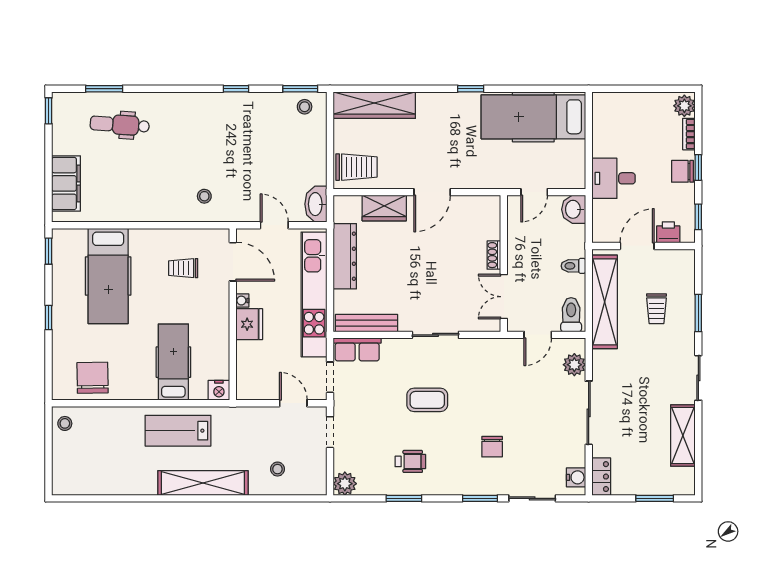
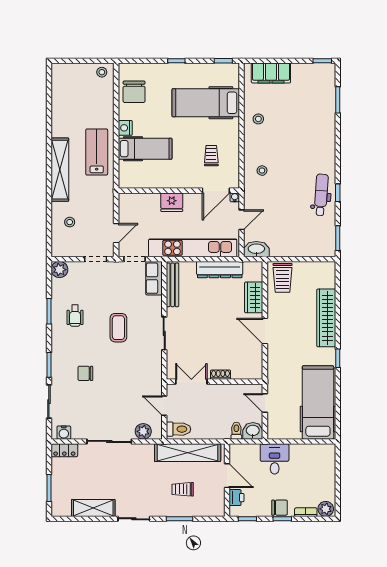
wardrobe: (374, 105) -> (326, 318), moved
stool: (305, 107) -> (258, 119), moved
dental chair: (120, 125) -> (321, 195), moved
chair: (682, 171) -> (280, 508), turned 90
toilet: (573, 266) -> (236, 431), moved
water cooler: (242, 301) -> (235, 197), moved
chair: (93, 378) -> (134, 92), turned 91
nightstand: (219, 390) -> (125, 128), moved

